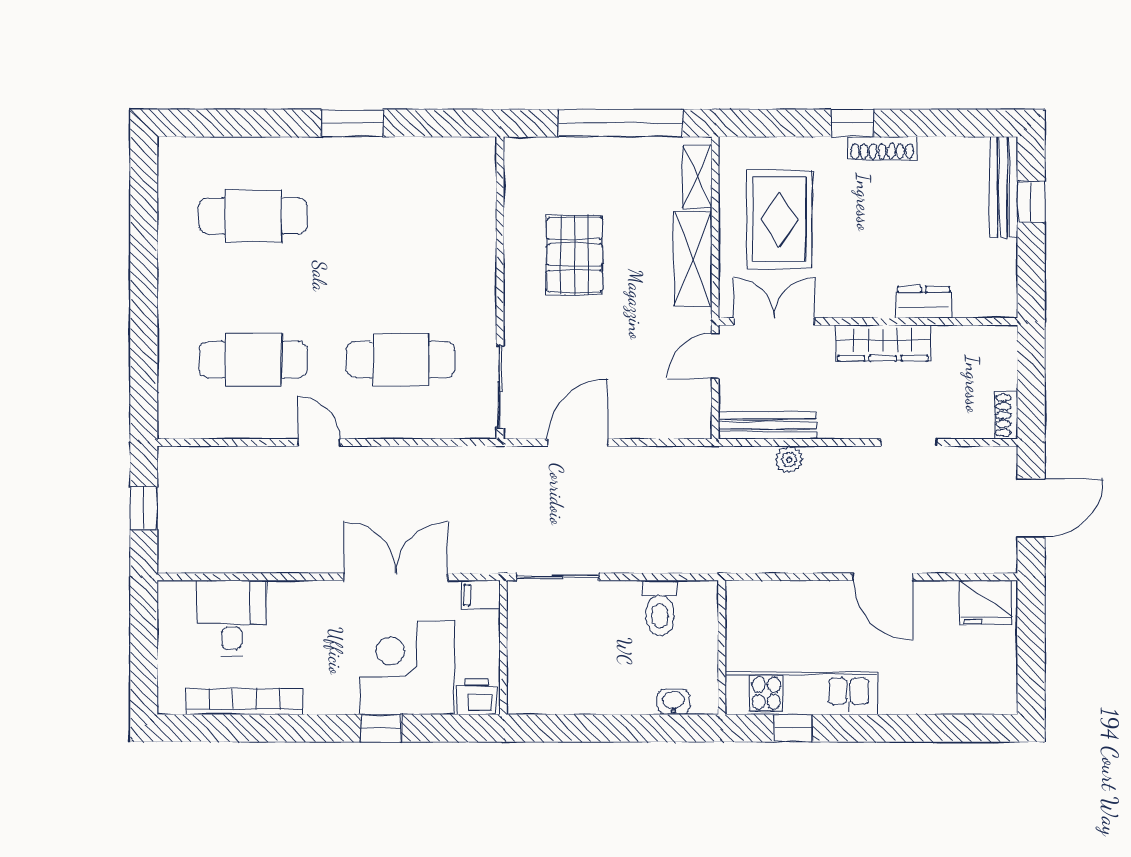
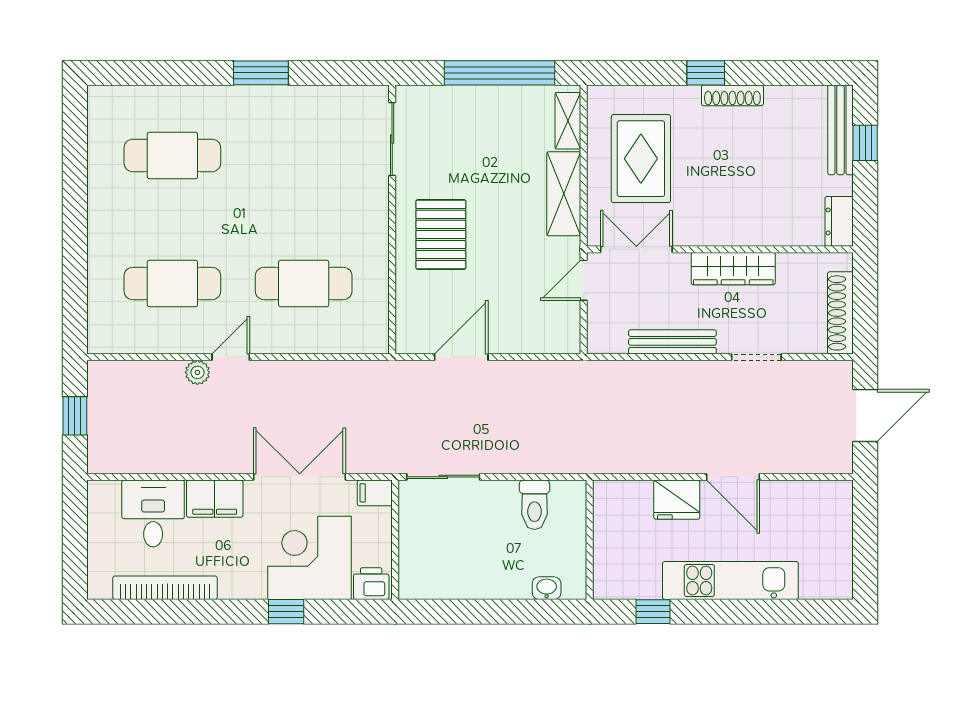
pallet: (575, 255) -> (441, 234), moved
dresser: (924, 302) -> (839, 221), moved, turned -90
sliding door: (500, 387) -> (392, 139), moved
shoe rack: (1006, 415) -> (840, 313), width x1.94, depth x1.24
bench: (768, 425) -> (672, 342), moved
door: (319, 442) -> (231, 357), hinge flipped
plant: (789, 460) -> (197, 372), moved
filing cabinet: (301, 601) -> (215, 499), added
fridge: (986, 602) -> (677, 500), moved
kitchen unit: (801, 693) -> (730, 581), moved

